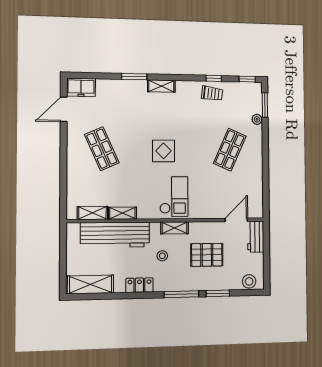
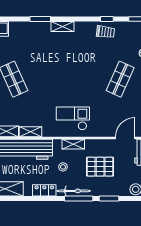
display table: (164, 151) -> (64, 81), removed
checkout: (174, 197) -> (73, 118), turned -90
bicycle: (175, 285) -> (74, 191), added

